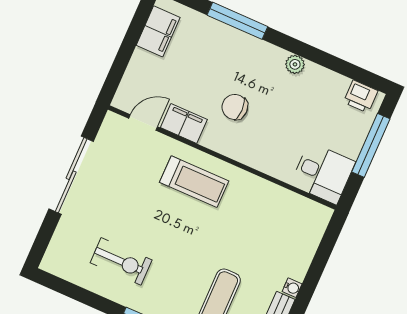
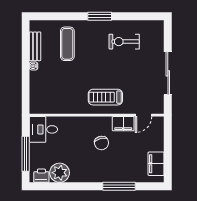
plant: (295, 64) -> (60, 173), moved, width x1.87, depth x1.87
chair: (235, 107) -> (102, 143), turned 75

